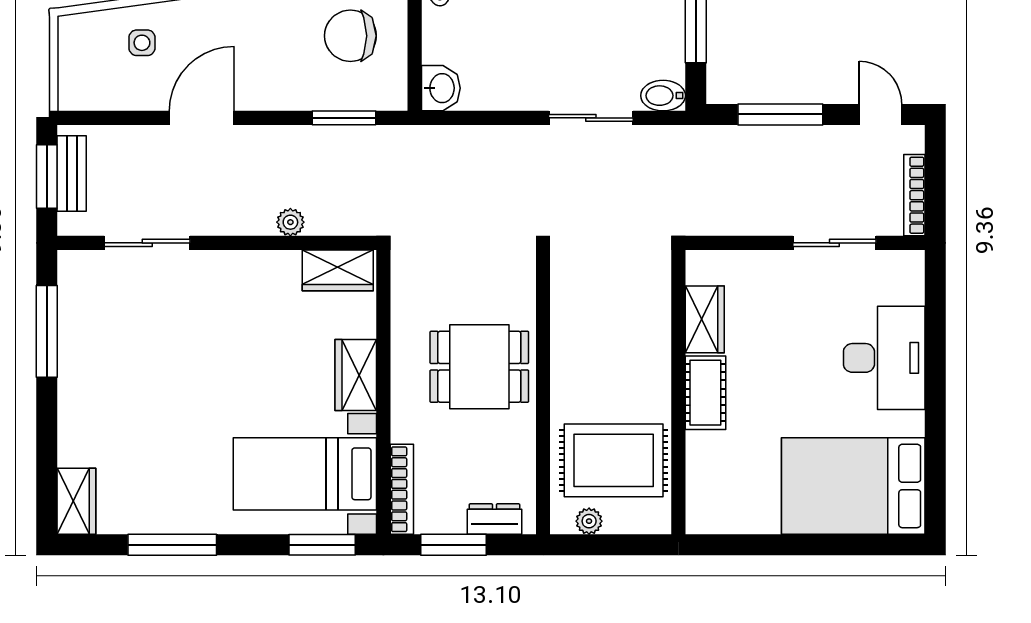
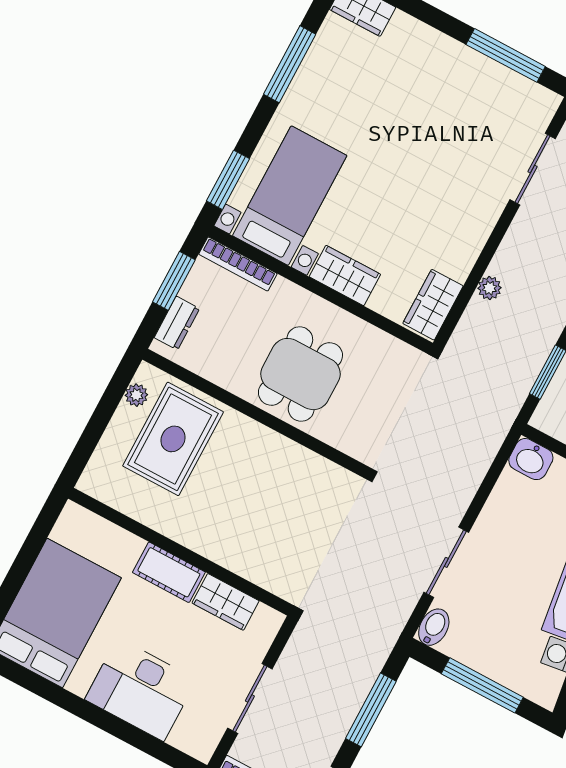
wardrobe: (705, 319) -> (226, 602), moved
wall: (678, 392) -> (181, 552), moved
cot: (705, 393) -> (169, 572), moved

